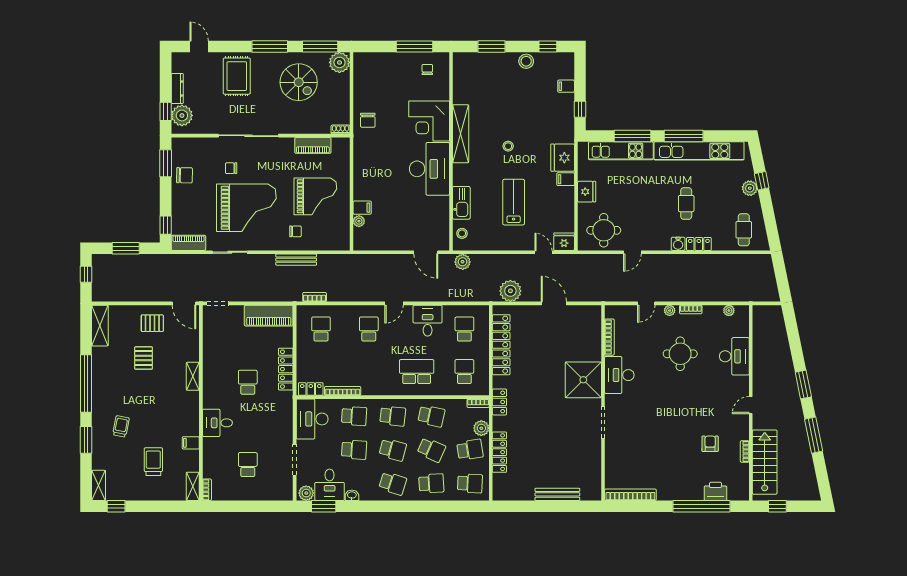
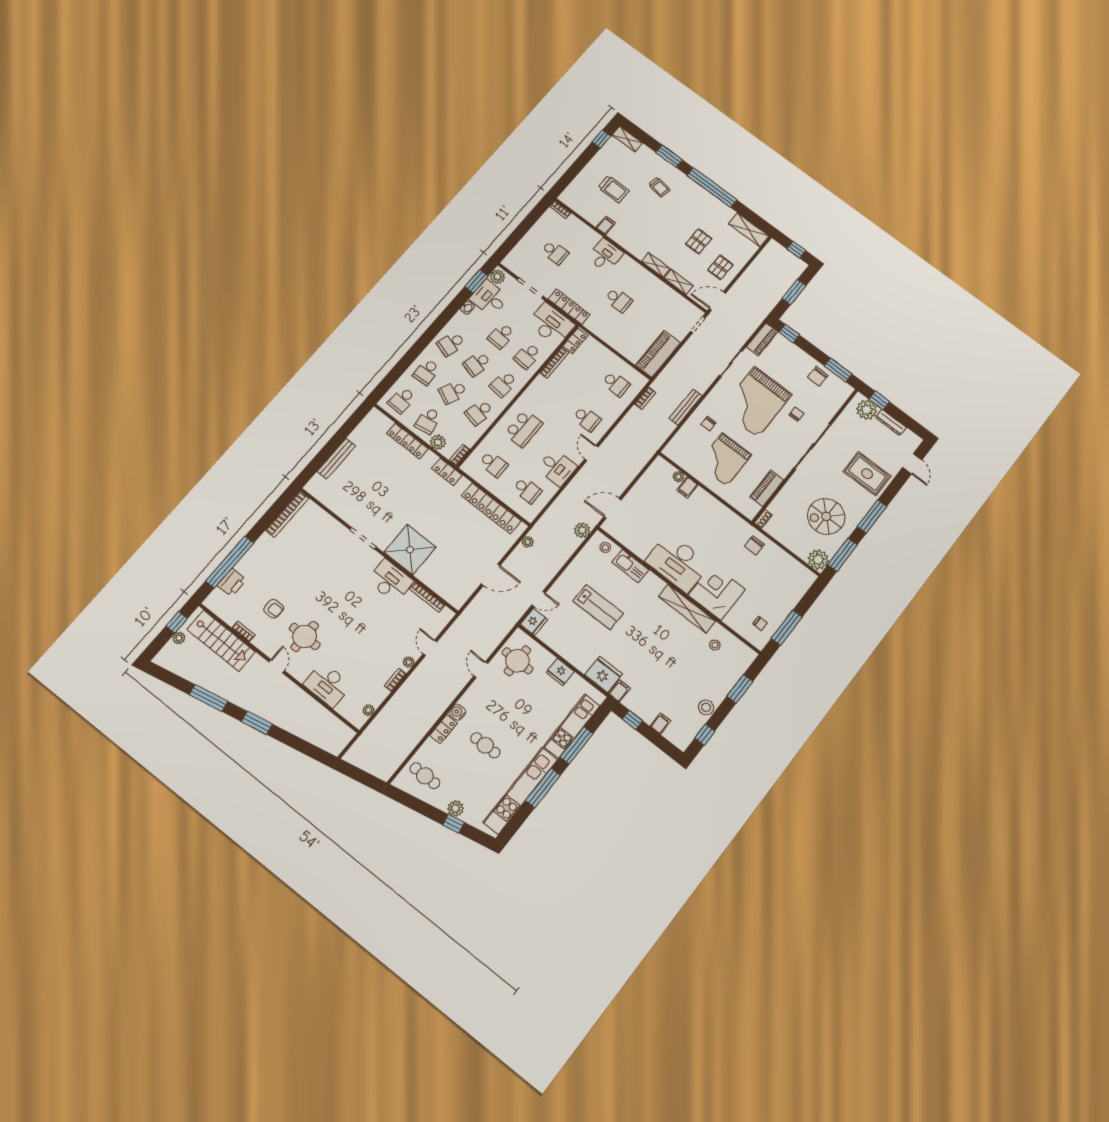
door: (199, 46) -> (912, 464), hinge flipped
chair: (368, 120) -> (754, 545), turned -90
stool: (508, 146) -> (715, 645), moved
filing cabinet: (566, 179) -> (619, 691), moved
plant: (510, 291) -> (528, 542), width x0.53, depth x0.53
round table: (680, 354) -> (305, 636), moved
pallet: (144, 358) -> (699, 241), turned 90
locker: (286, 369) -> (569, 307), moved
shelving: (193, 486) -> (679, 282), moved
plant: (788, 495) -> (179, 638), added

